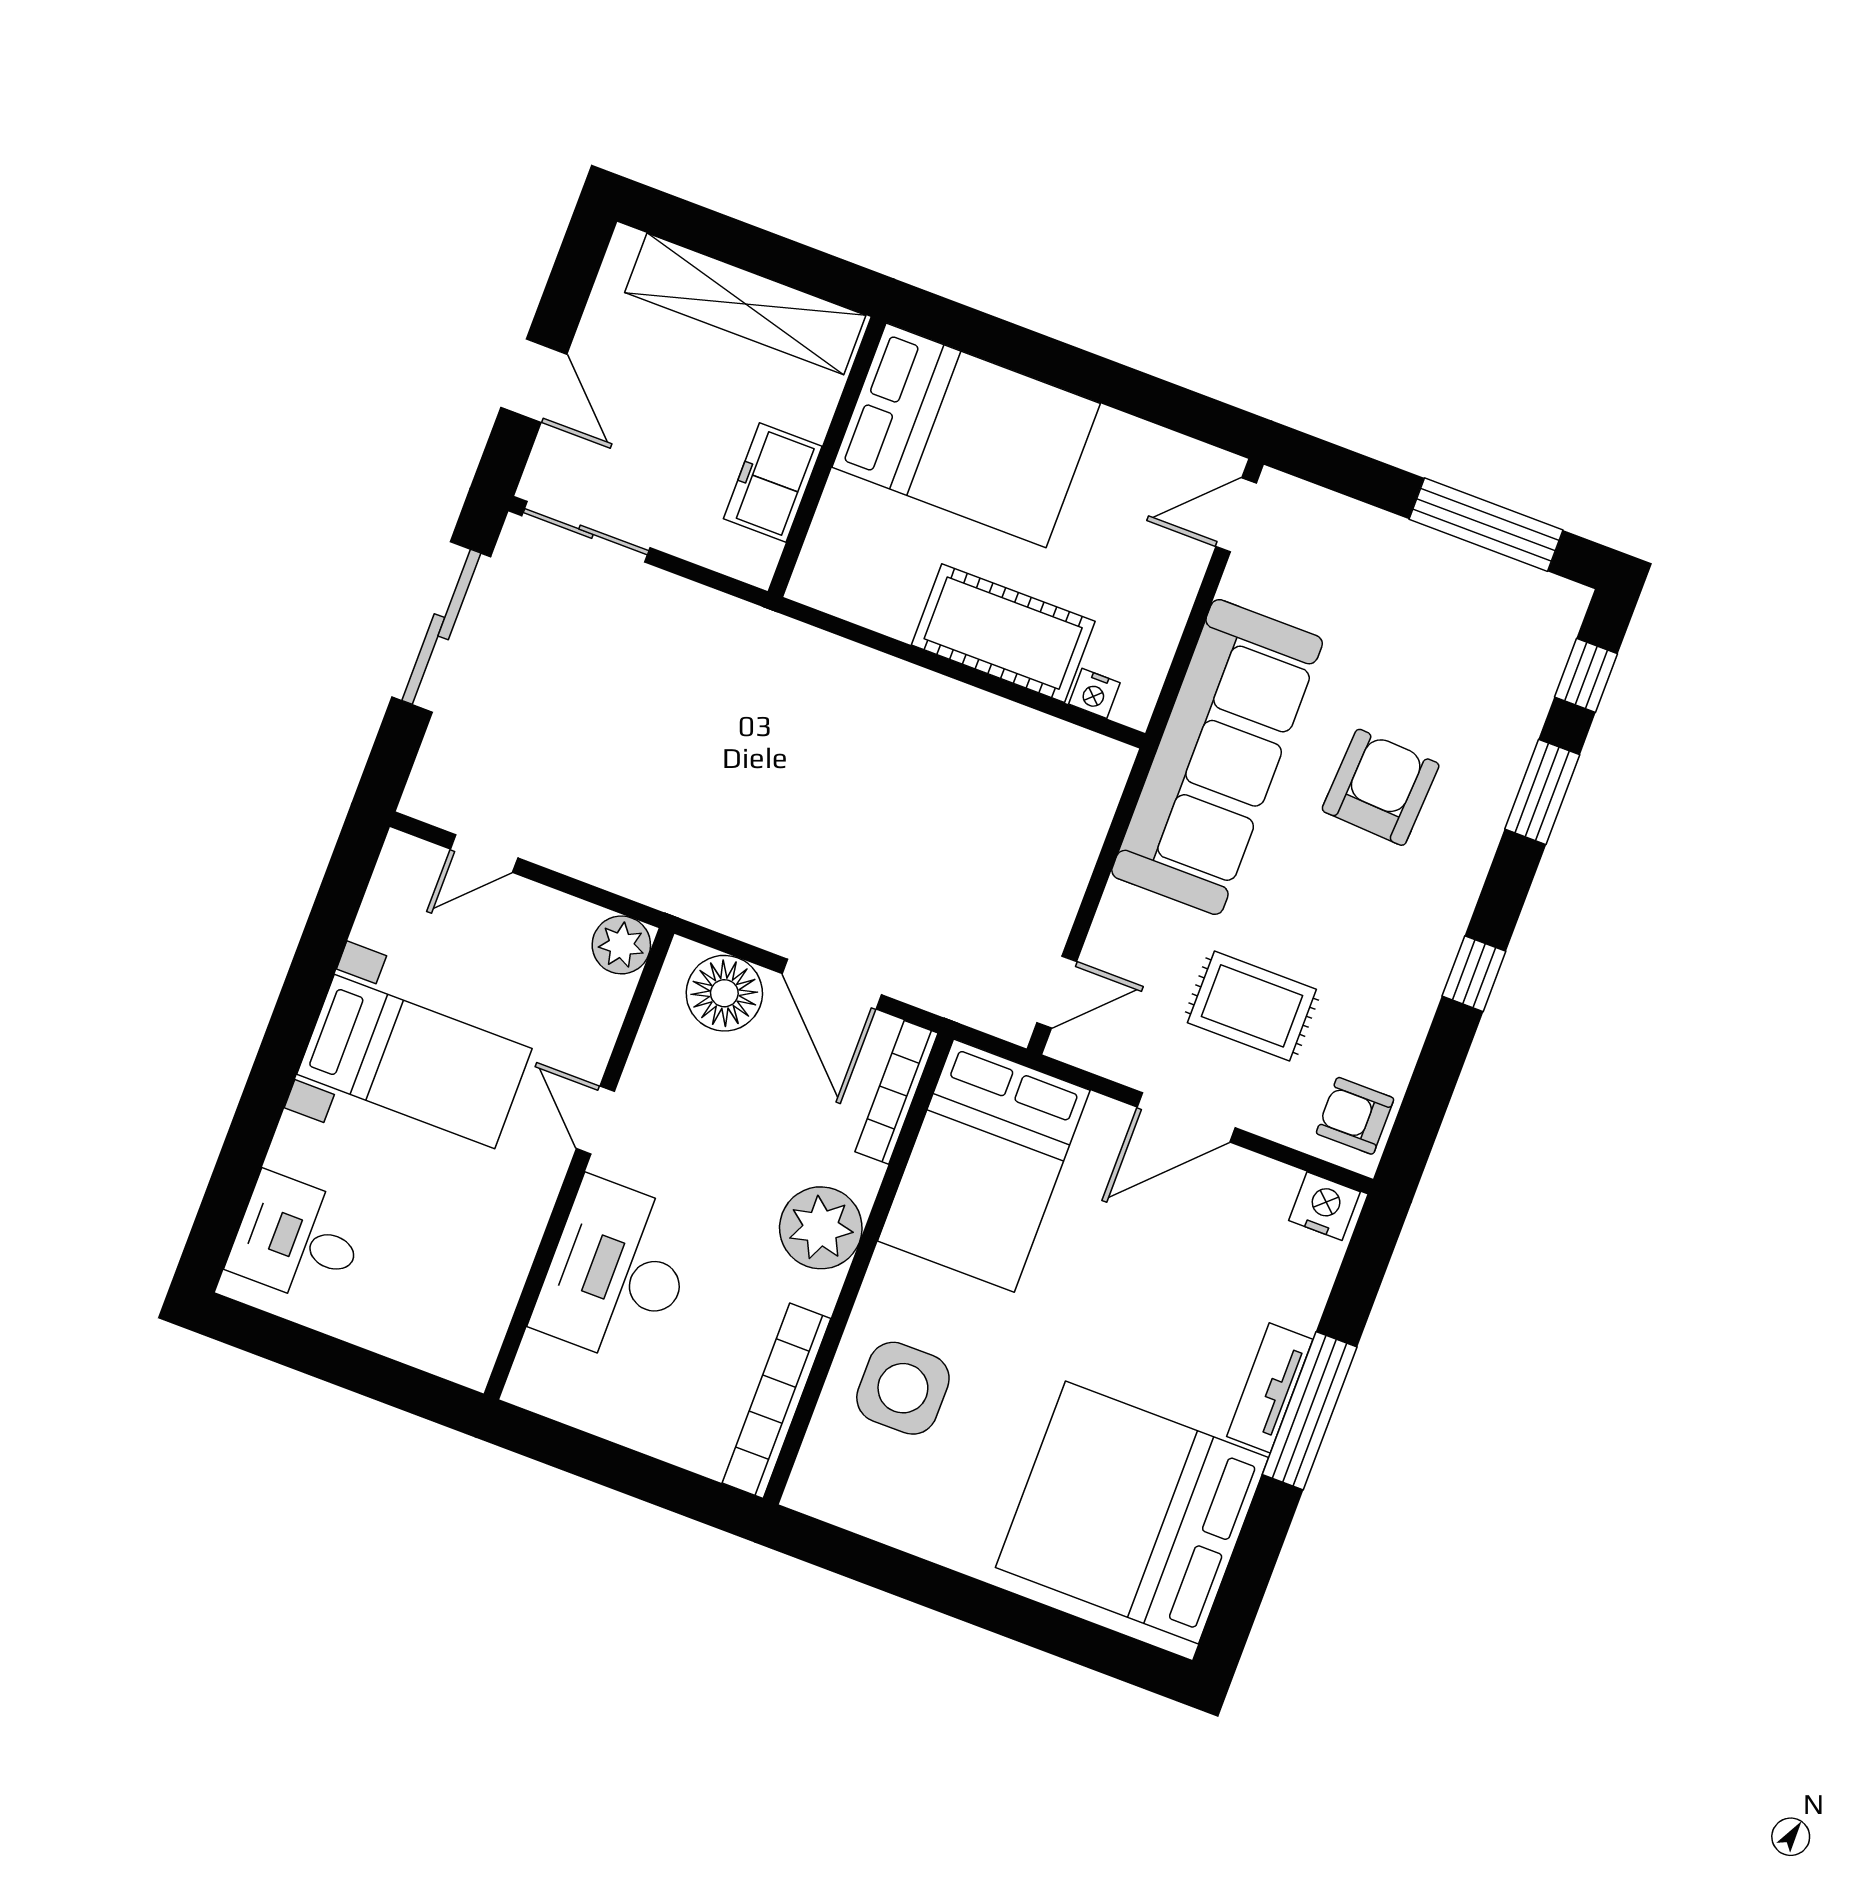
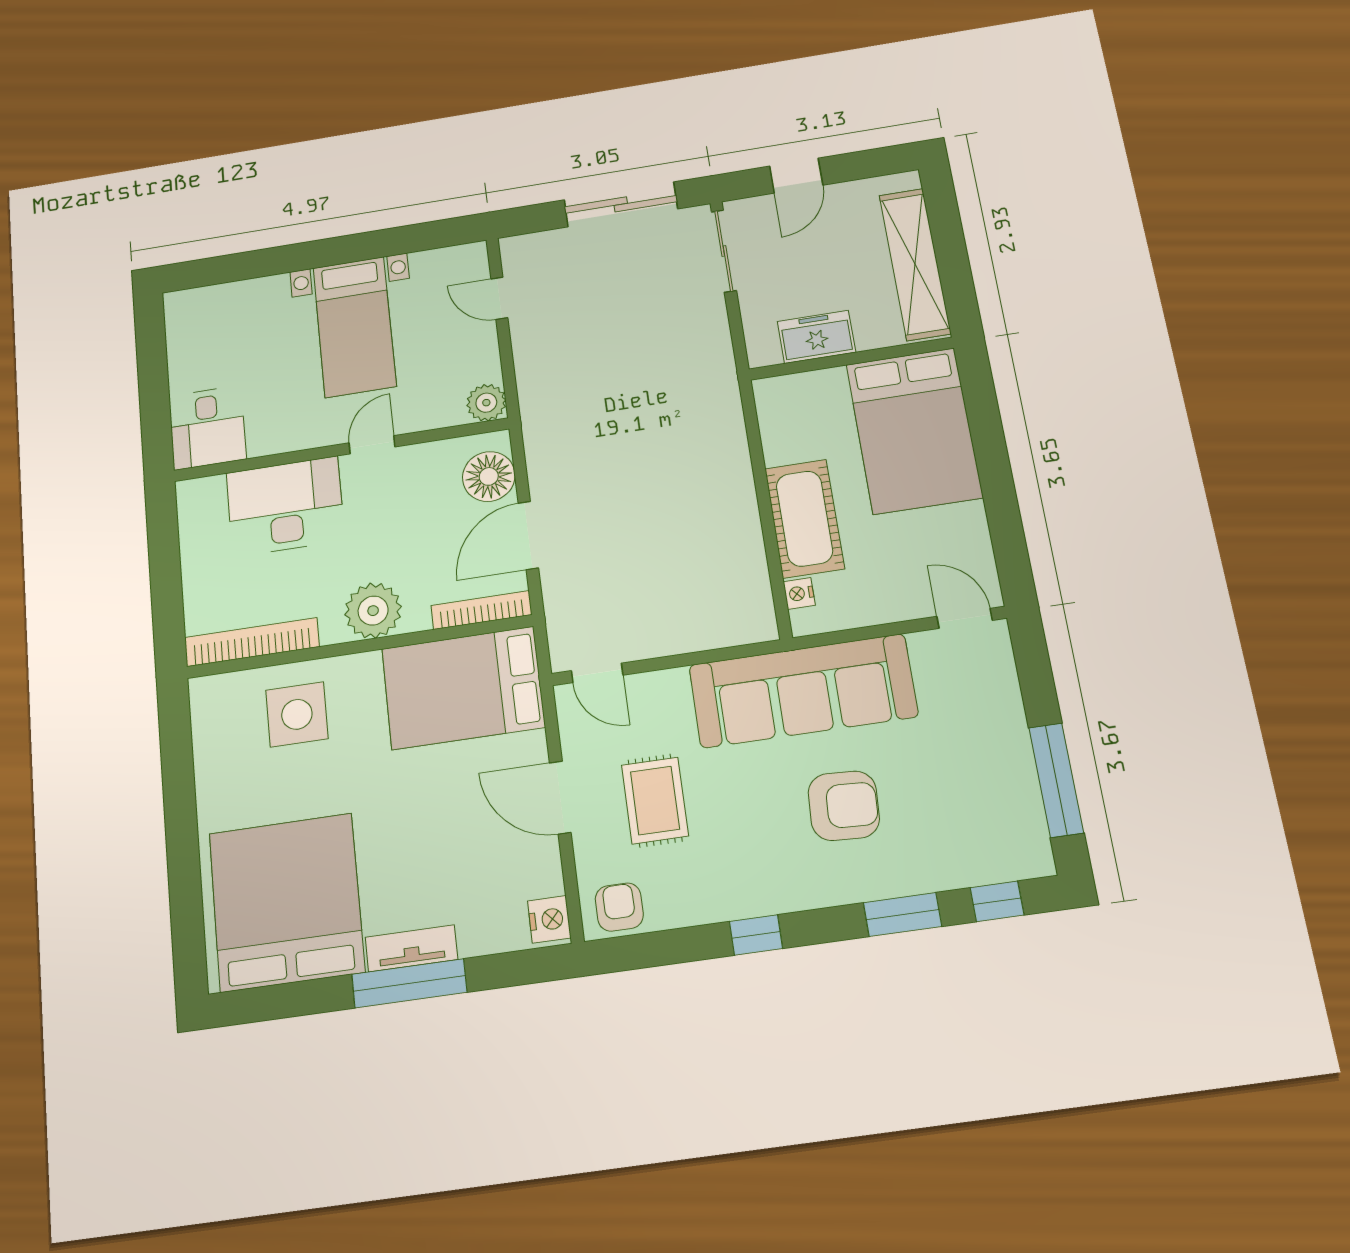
desk: (298, 1239) -> (207, 428), moved, turned 180

